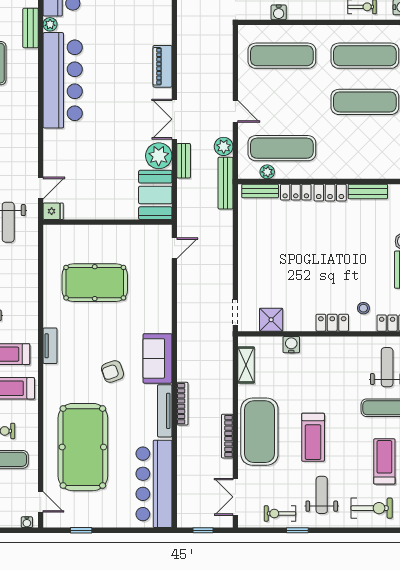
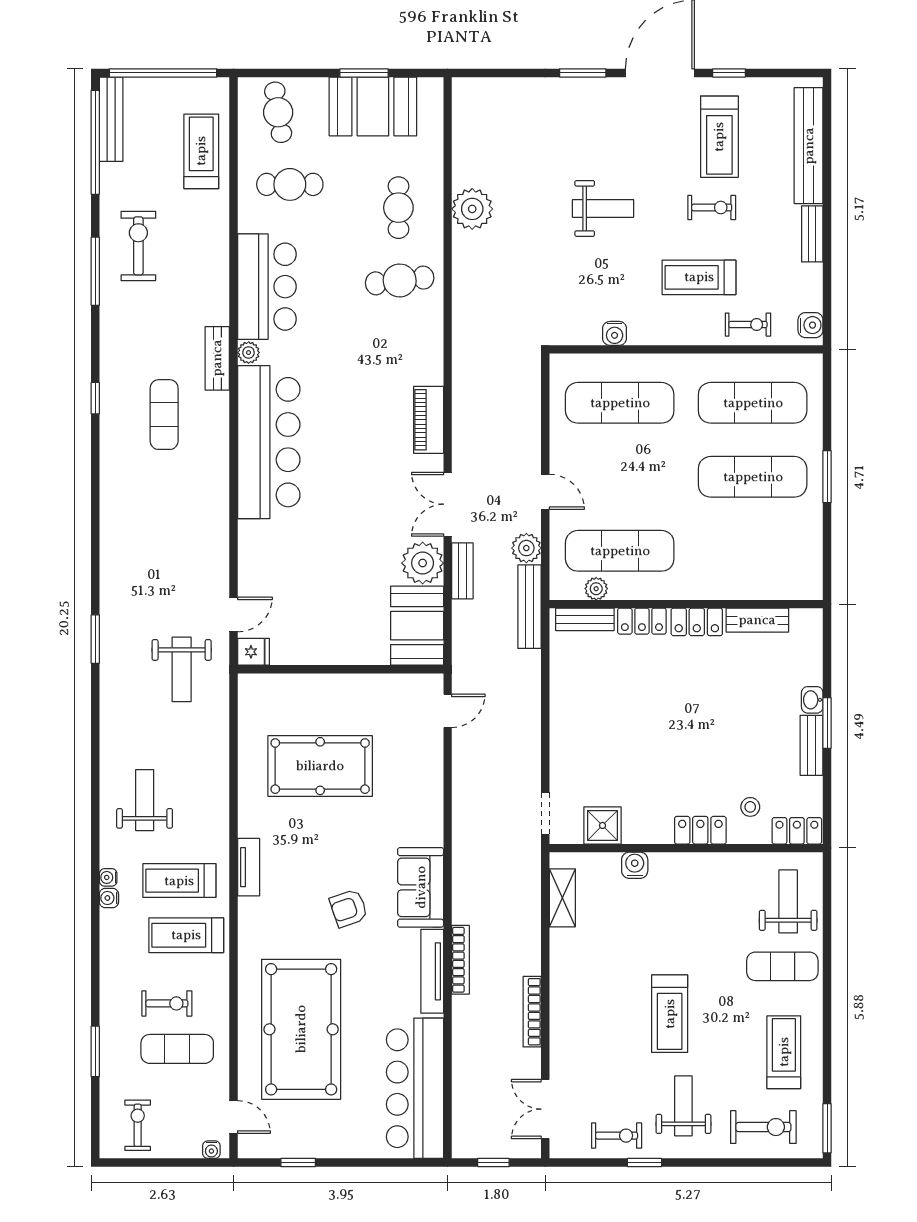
exercise mat: (259, 432) -> (584, 1005), removed
exercise bike: (280, 513) -> (617, 1136), turned 180

